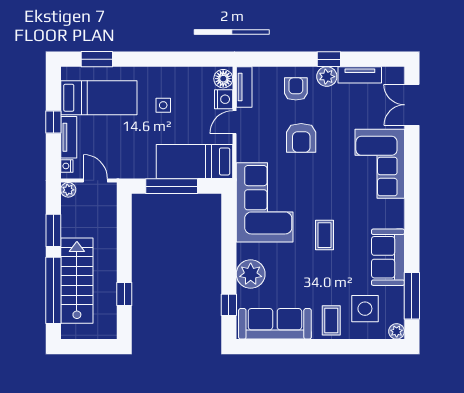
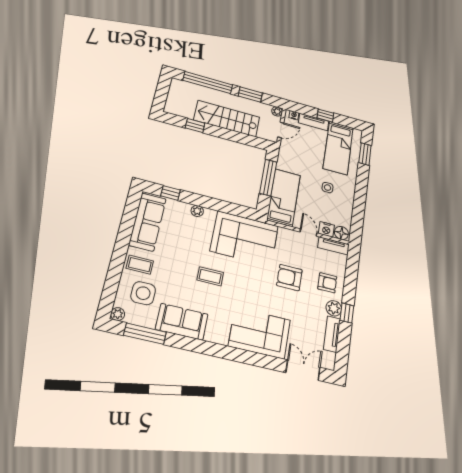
plant: (251, 274) -> (197, 211), width x0.53, depth x0.53
stairs: (77, 281) -> (227, 119), moved, turned 180

